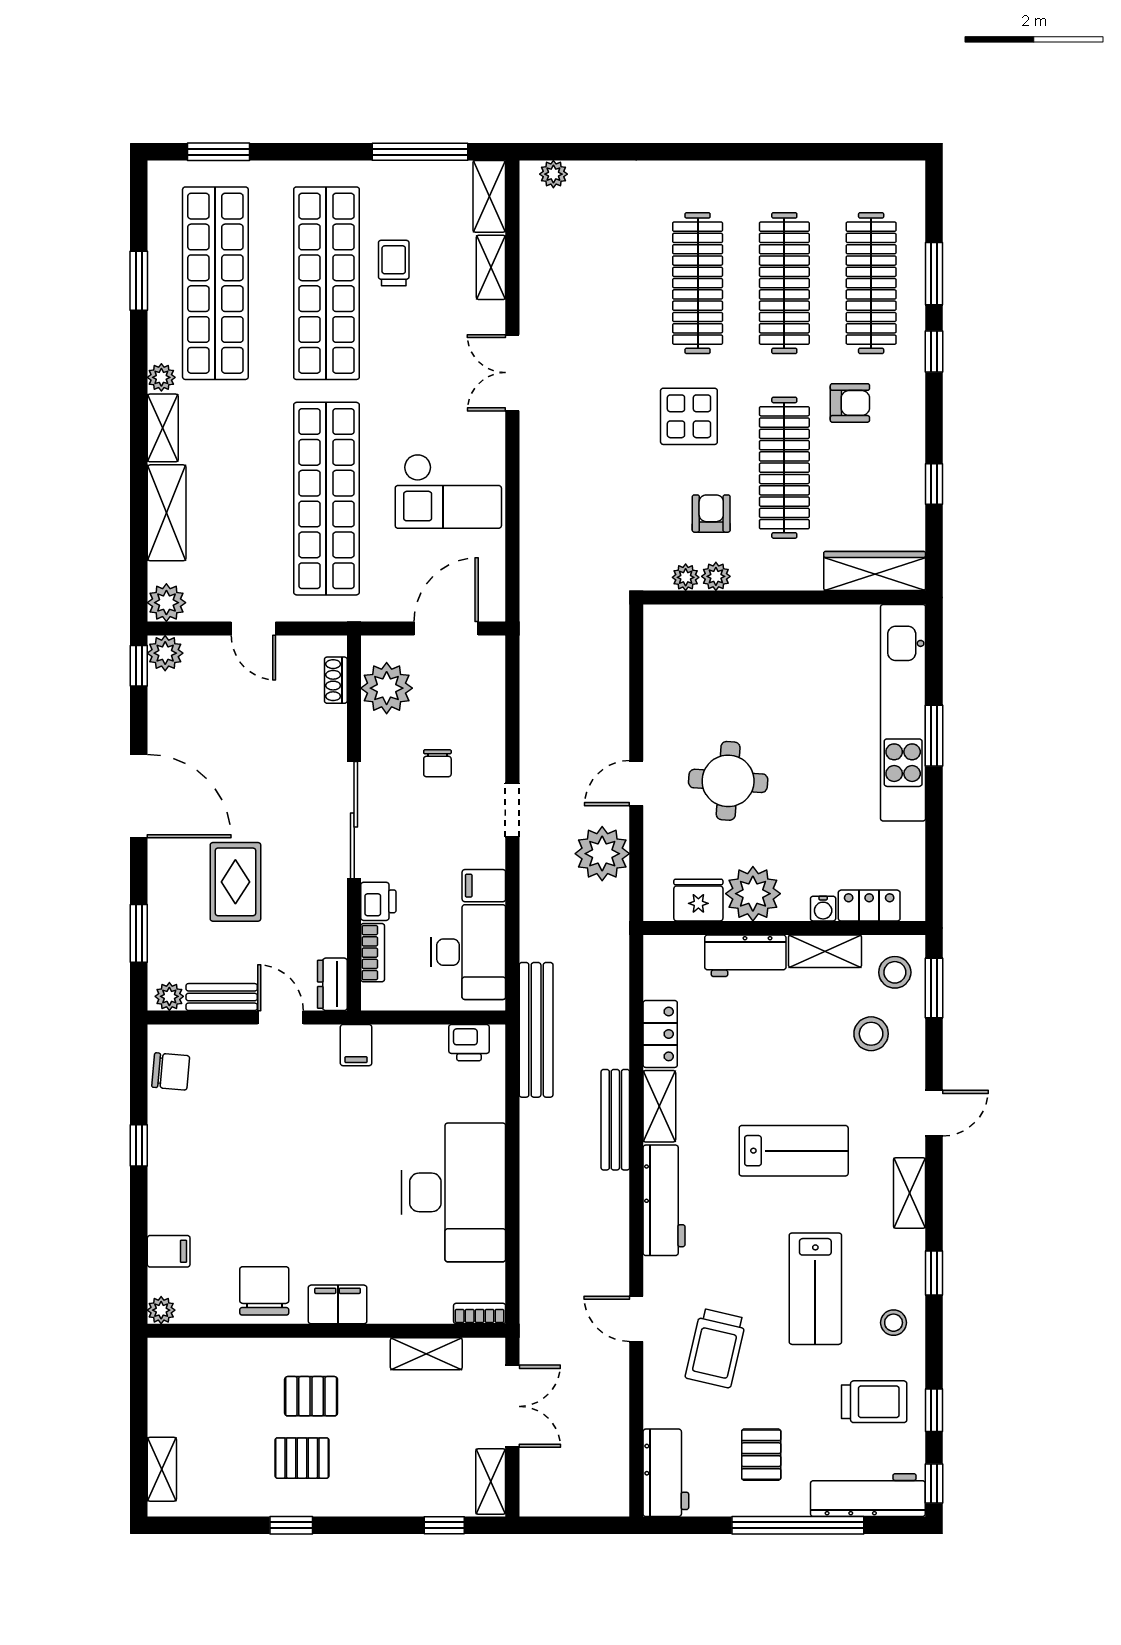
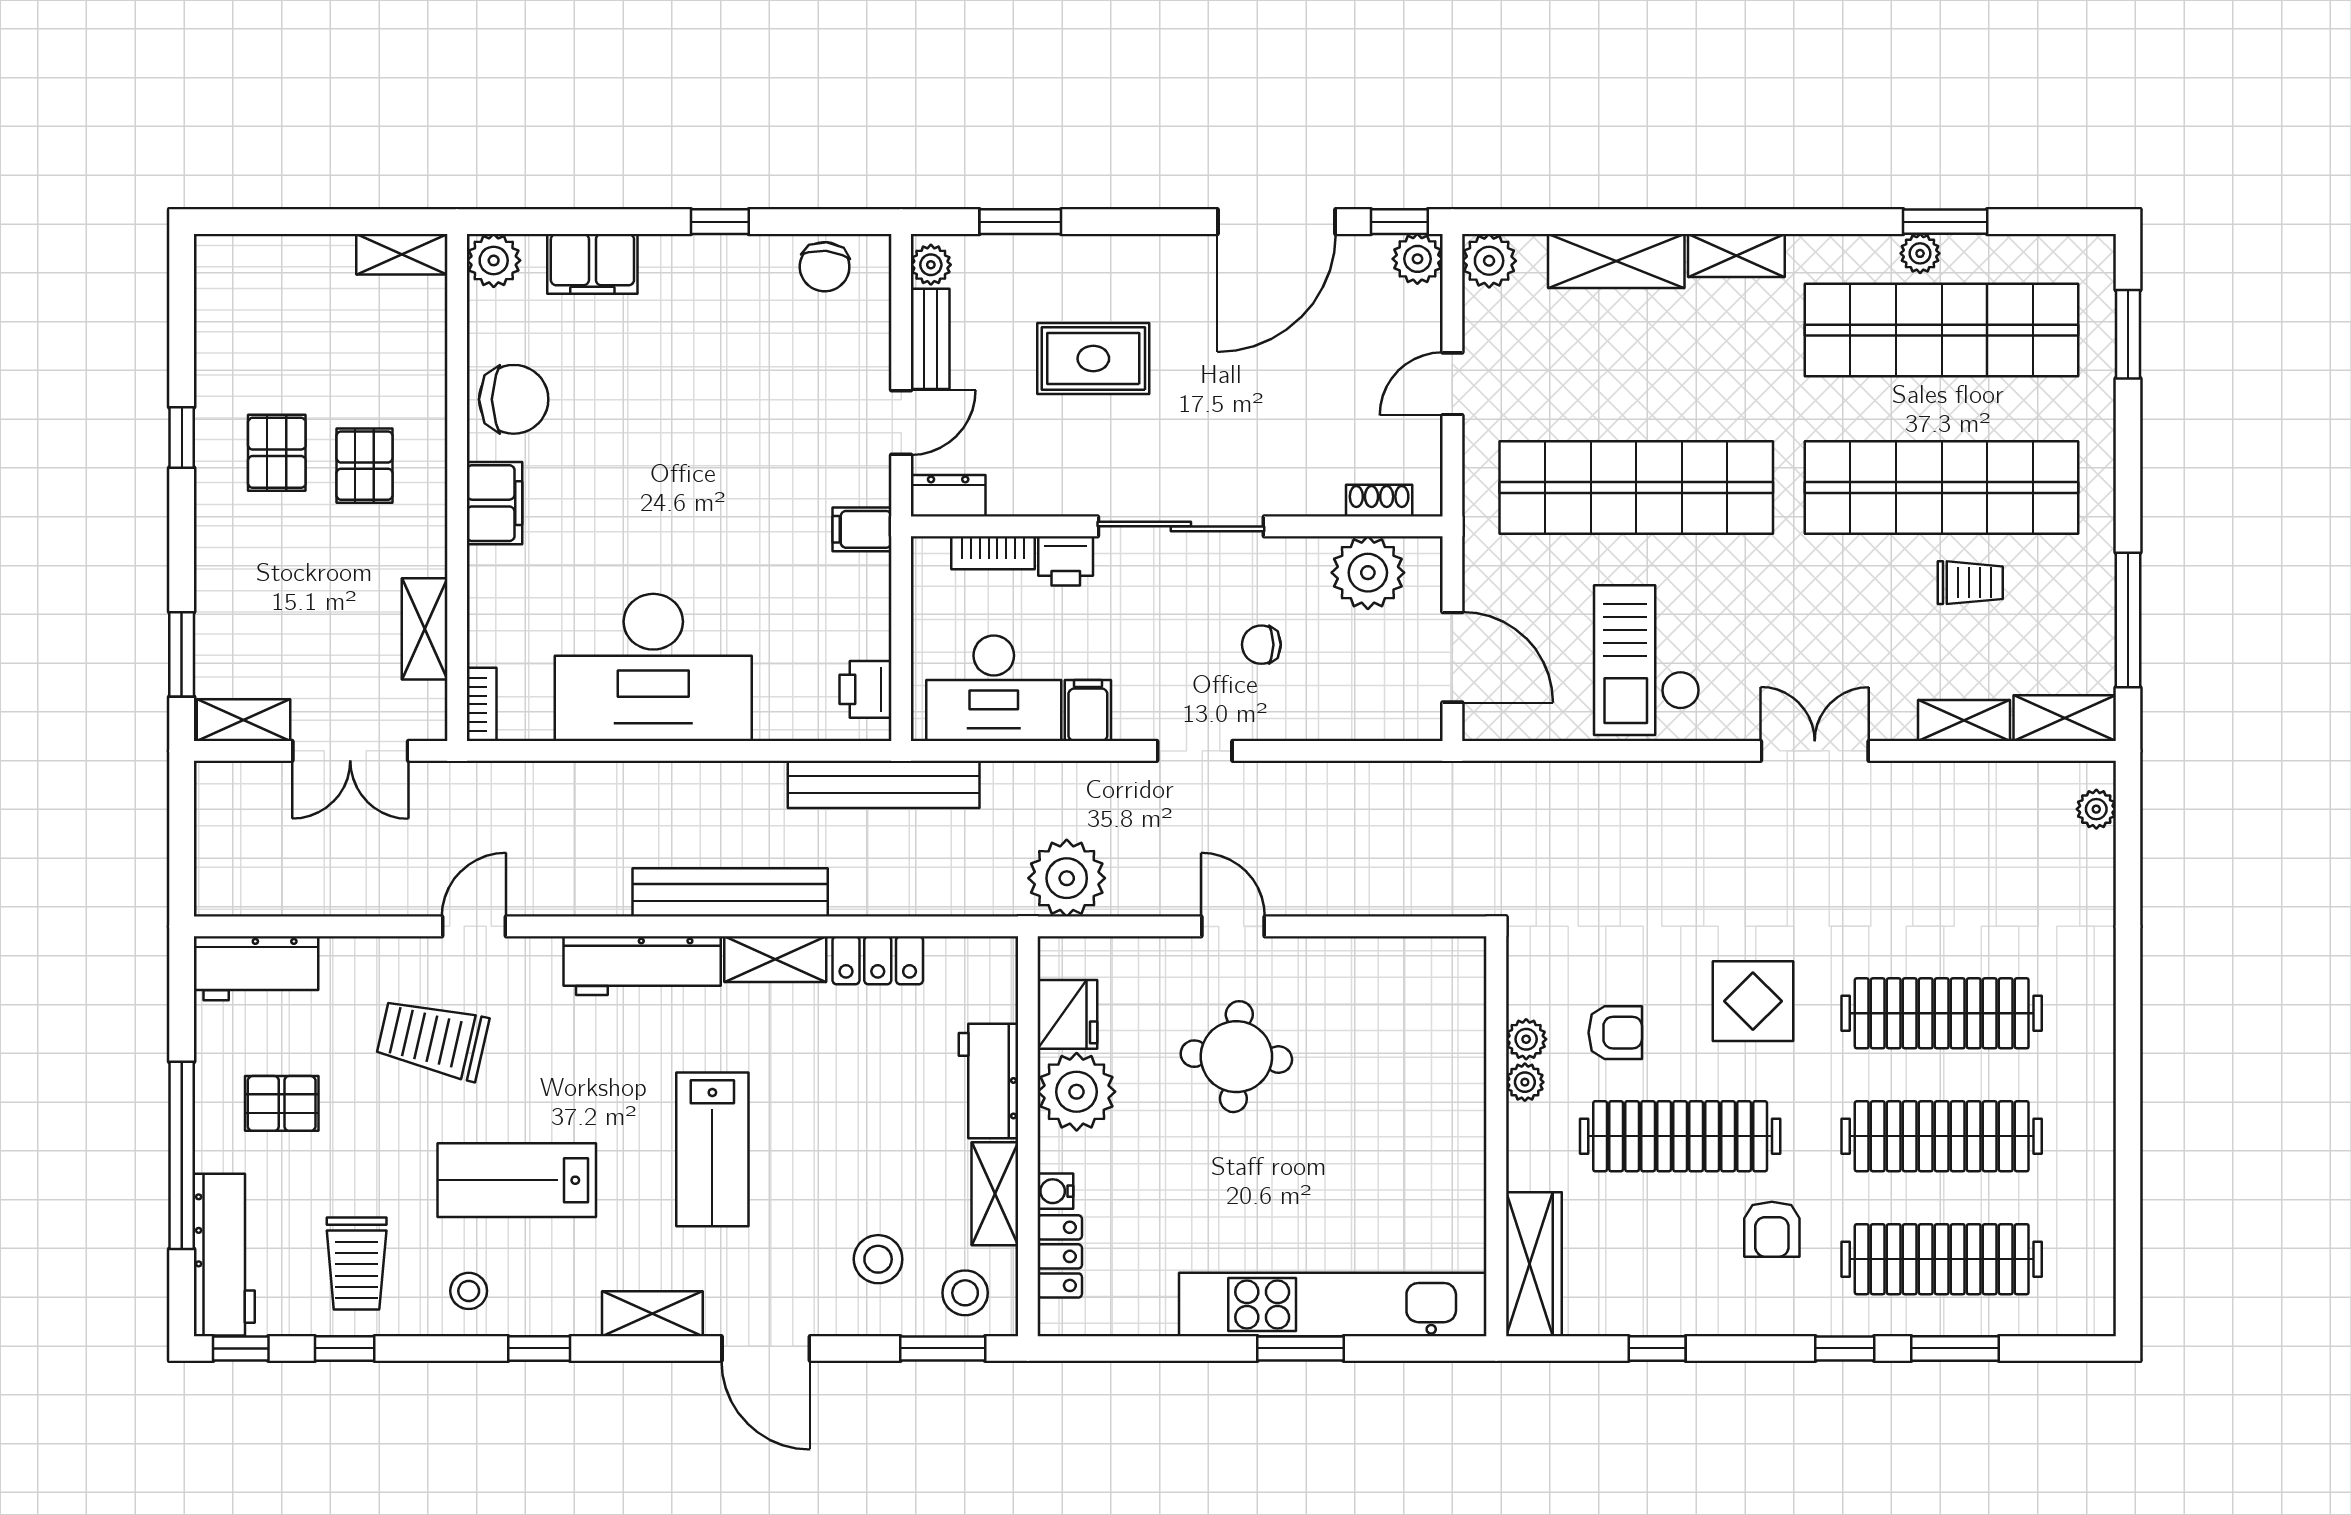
plant: (161, 377) -> (1920, 253), moved
plant: (686, 577) -> (1525, 1082), moved
door: (139, 796) -> (1276, 222), moved
plant: (602, 854) -> (1067, 878), moved
door: (934, 1113) -> (766, 1348), width x1.38
bench: (615, 1120) -> (730, 892), width x1.37, depth x1.21
filing cabinet: (169, 1251) -> (592, 264), width x2.00
plant: (161, 1310) -> (494, 260), width x1.38, depth x1.38
shelving: (162, 1469) -> (402, 254), moved
window: (444, 1525) -> (182, 654), width x1.50

